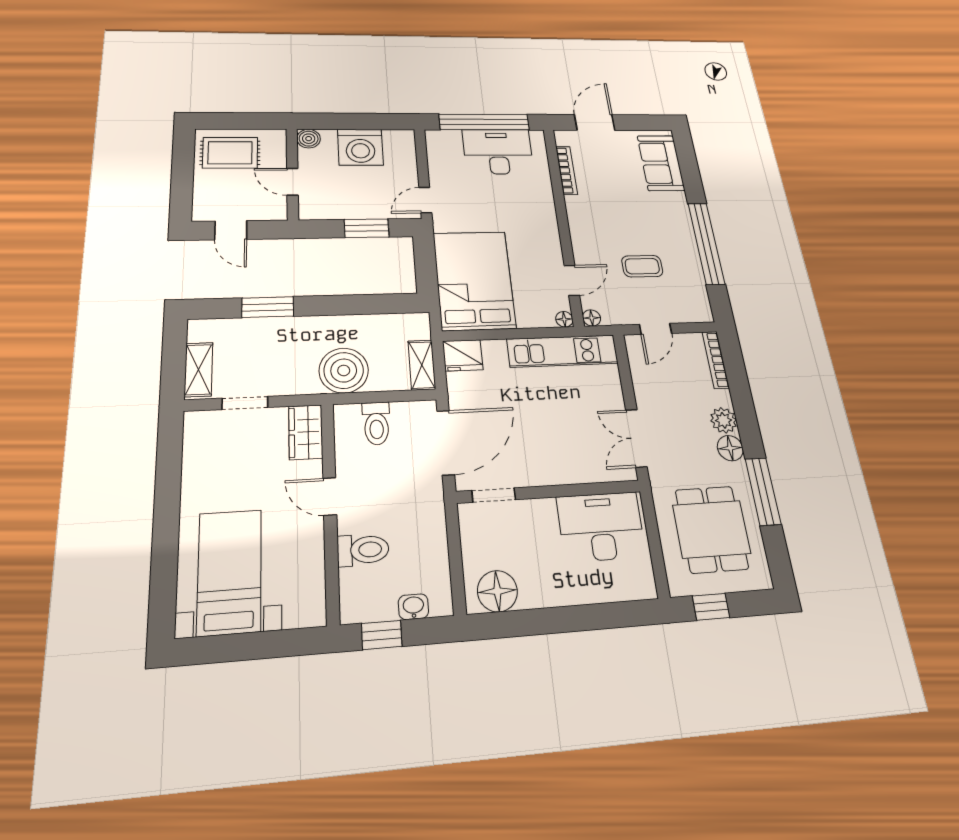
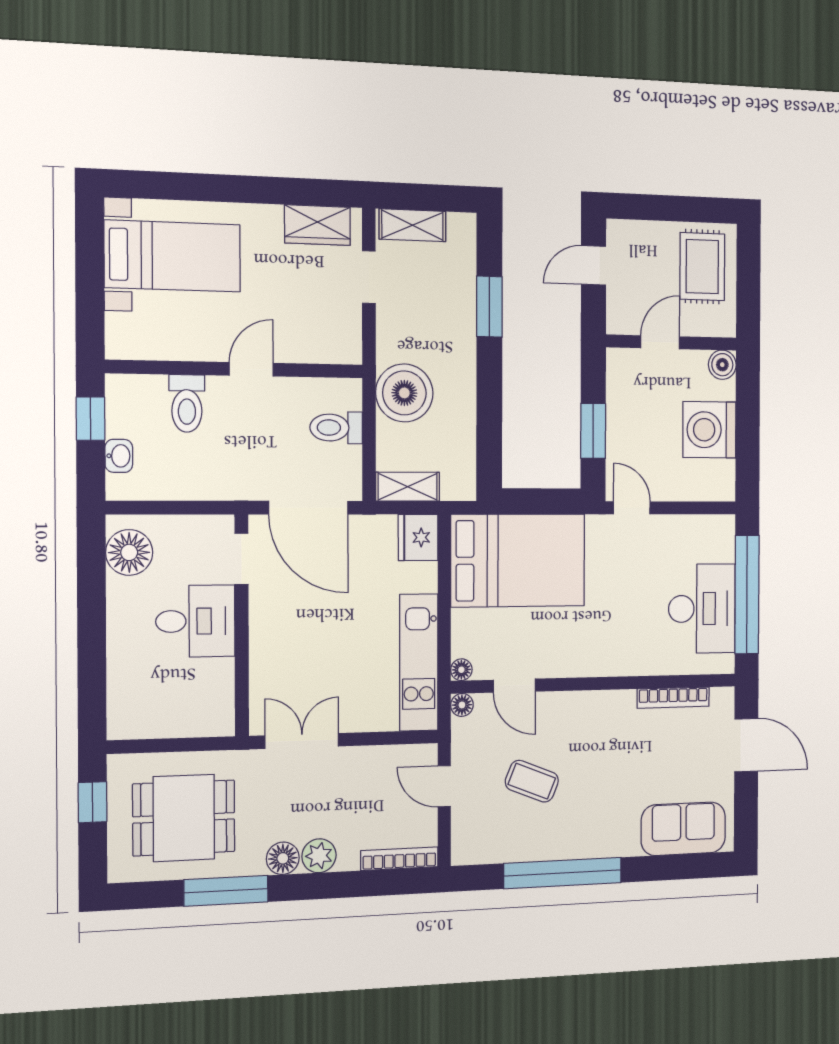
coffee table: (642, 266) -> (532, 781), turned -68
wardrobe: (306, 432) -> (317, 225), moved, turned 180
desk: (601, 527) -> (195, 621), moved, width x0.73

